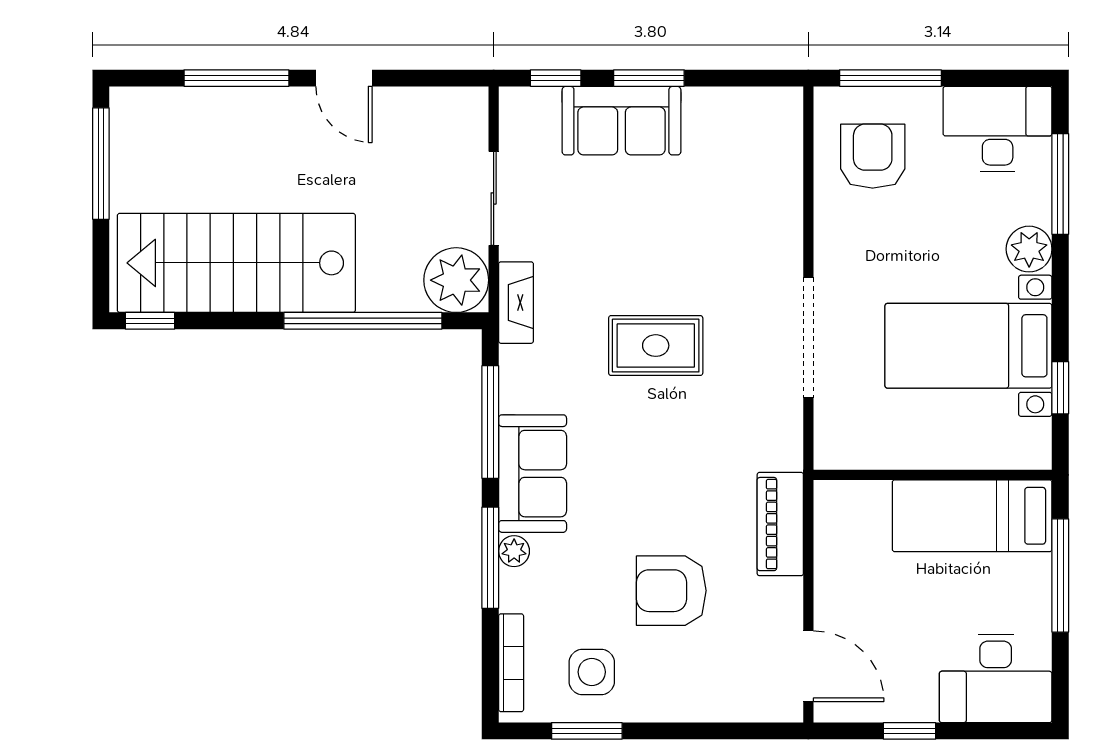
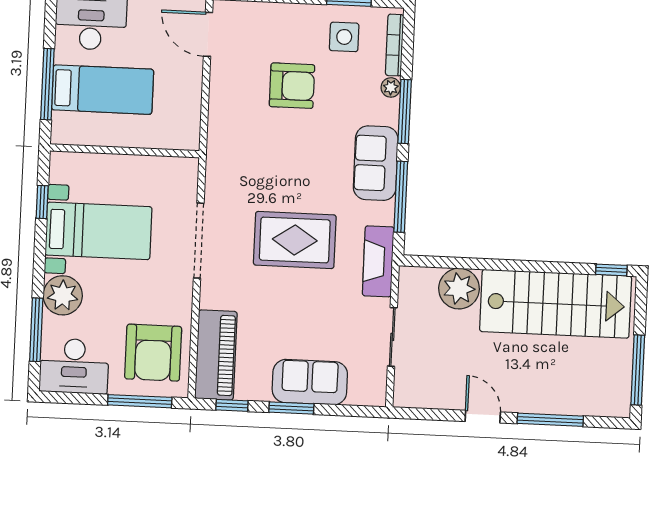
window: (556, 78) -> (232, 405), moved
armchair: (873, 156) -> (153, 353), width x1.36, depth x1.36
plant: (1029, 249) -> (63, 295), width x1.36, depth x1.36
plant: (456, 280) -> (459, 289), moved
fireplace: (516, 303) -> (378, 261), width x1.37, depth x1.32
window: (363, 321) -> (478, 264), removed
rug: (656, 346) -> (295, 240), width x1.36, depth x1.43
bed: (972, 516) -> (103, 90), moved
piano: (780, 524) -> (216, 355), moved, width x1.37, depth x1.33
plant: (514, 551) -> (391, 87), moved

